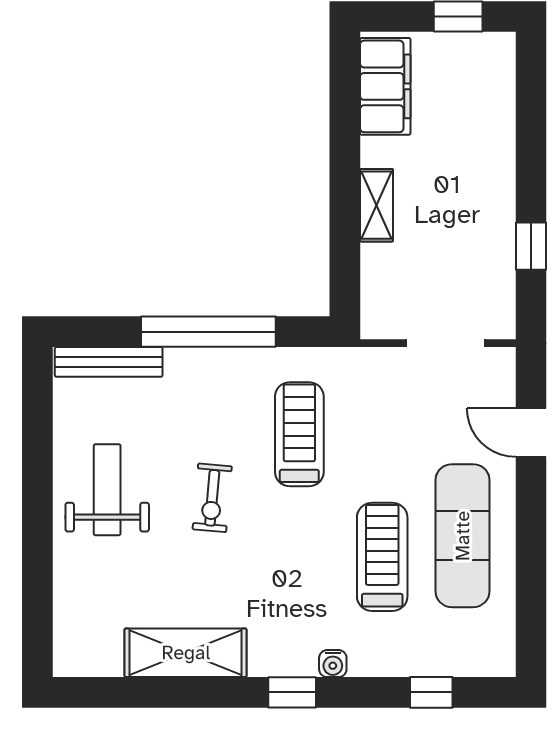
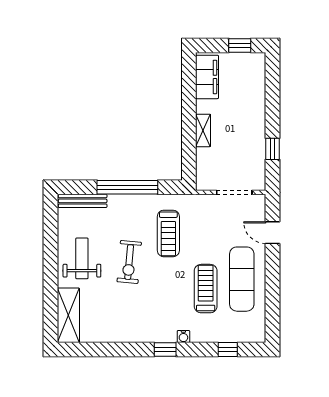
treadmill: (299, 434) -> (168, 233), turned 180
exercise bike: (212, 498) -> (129, 262), width x1.38, depth x1.39
shelving: (186, 653) -> (68, 315), moved, turned 90

